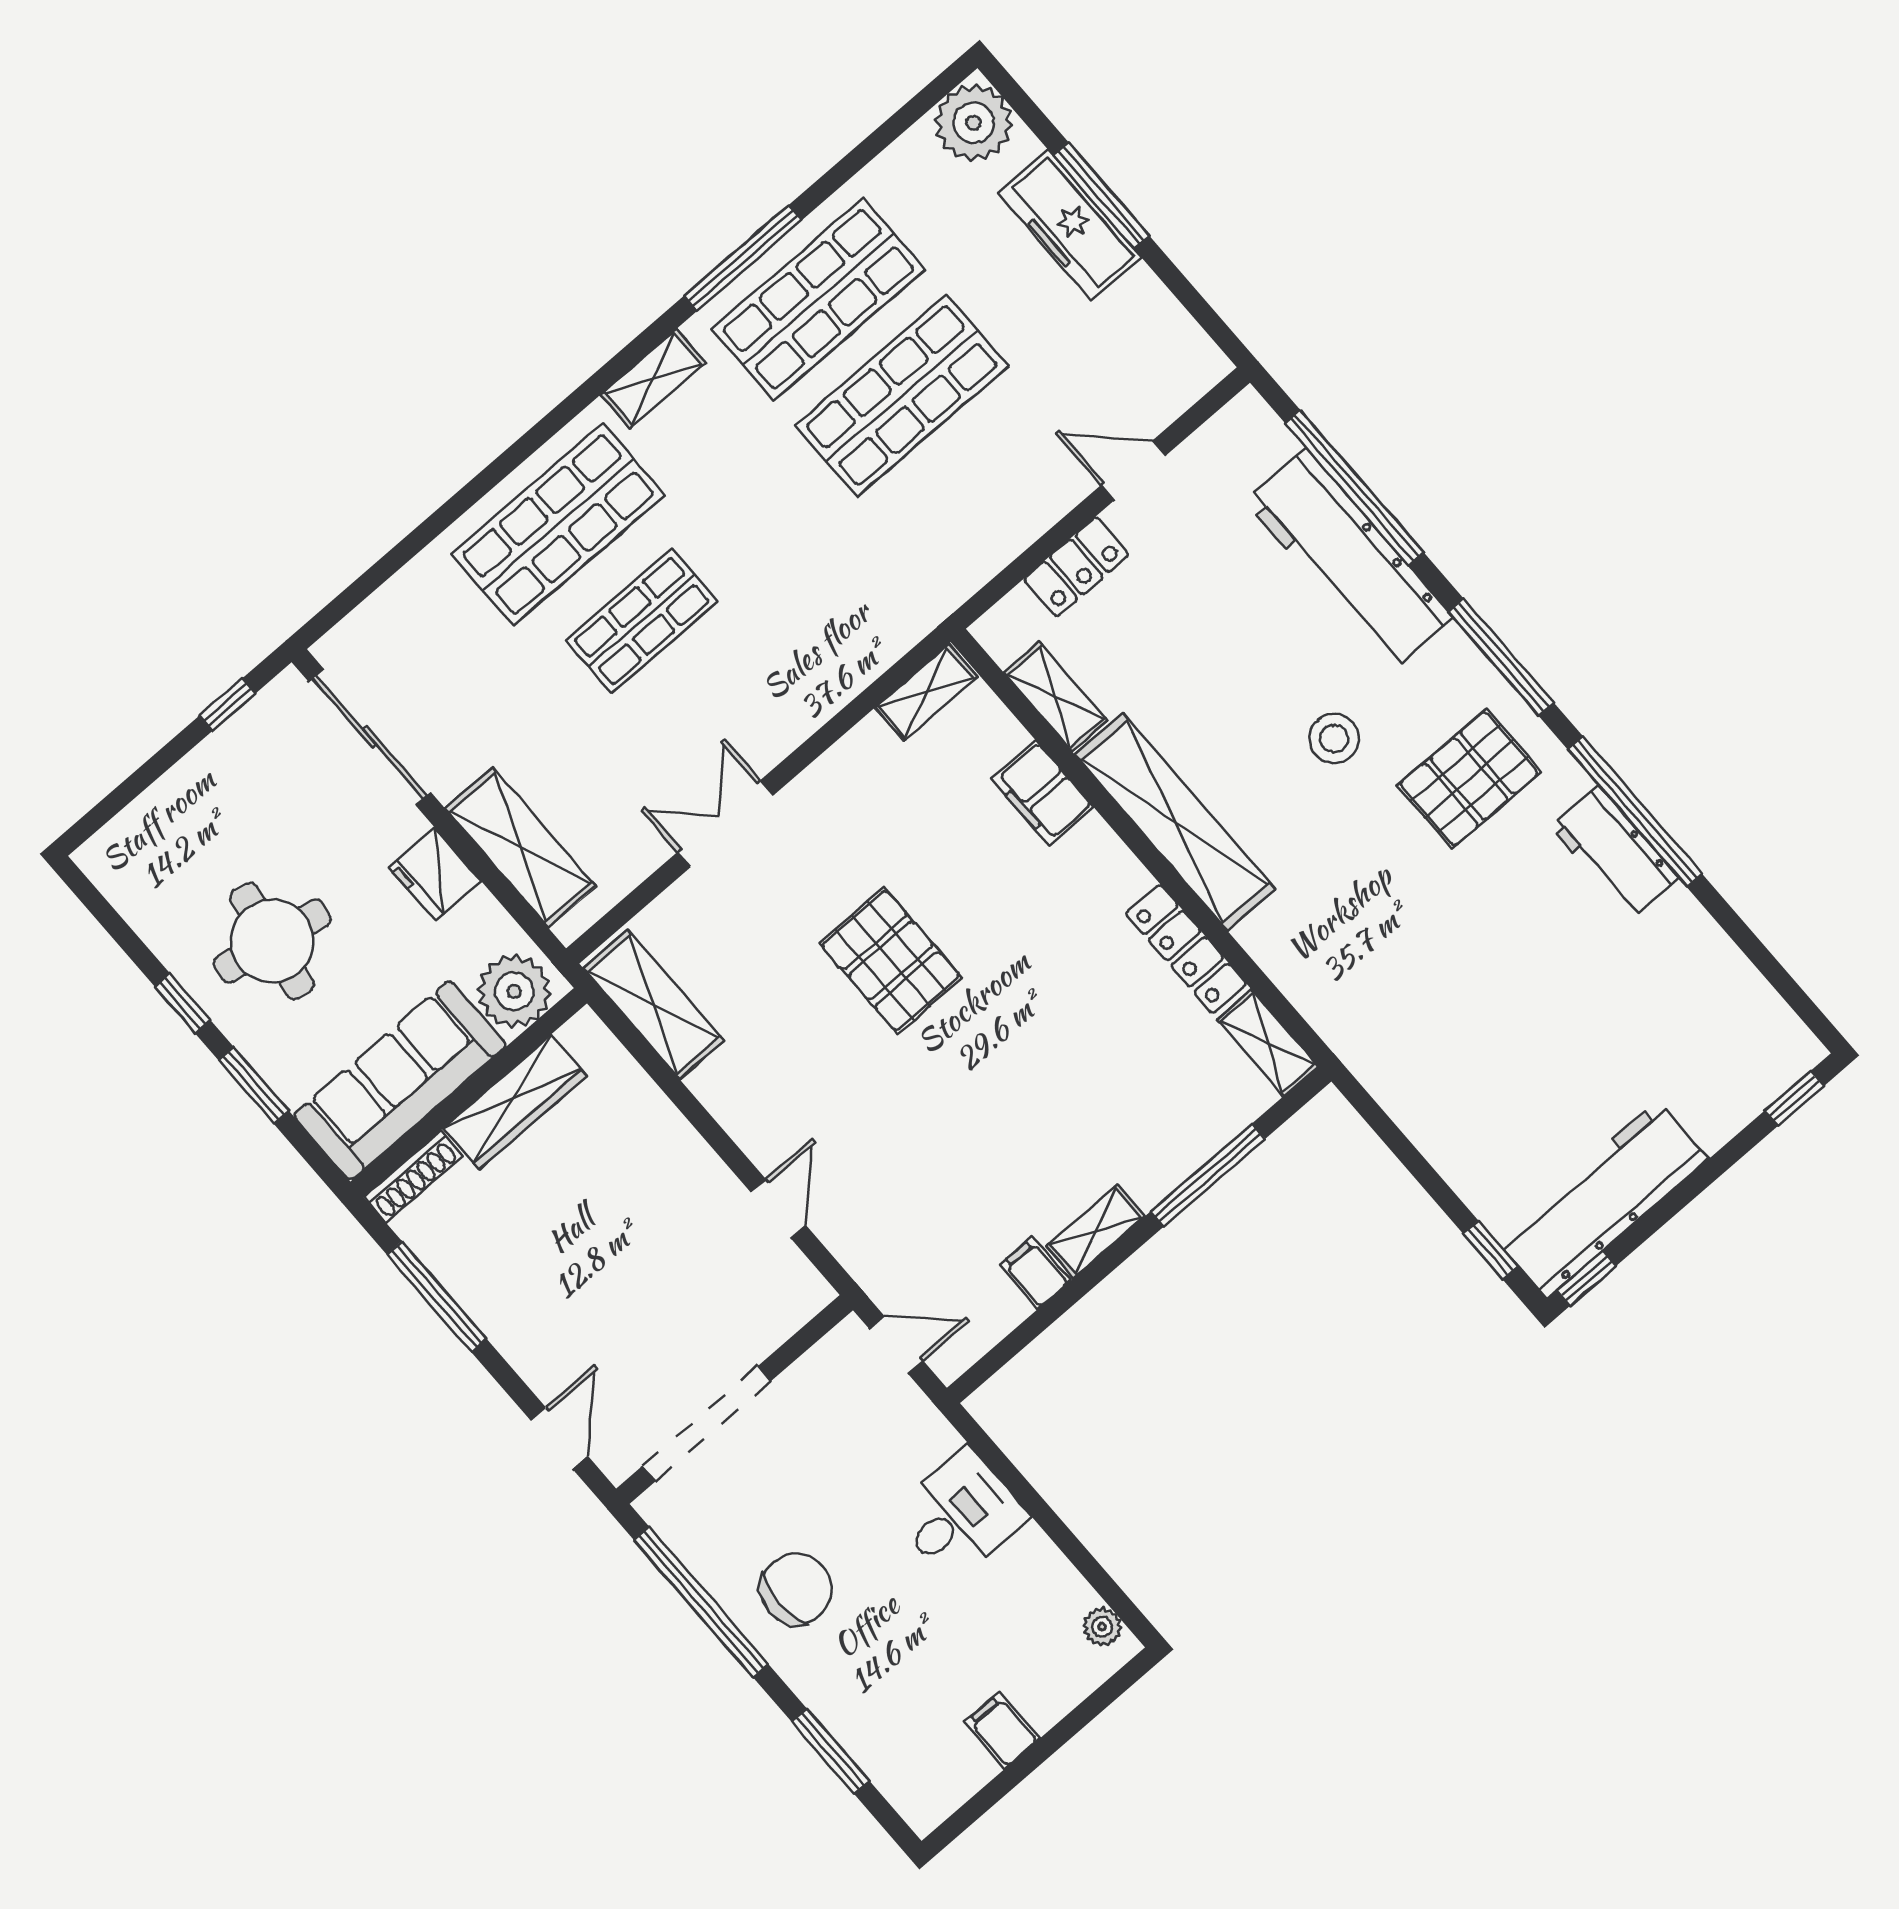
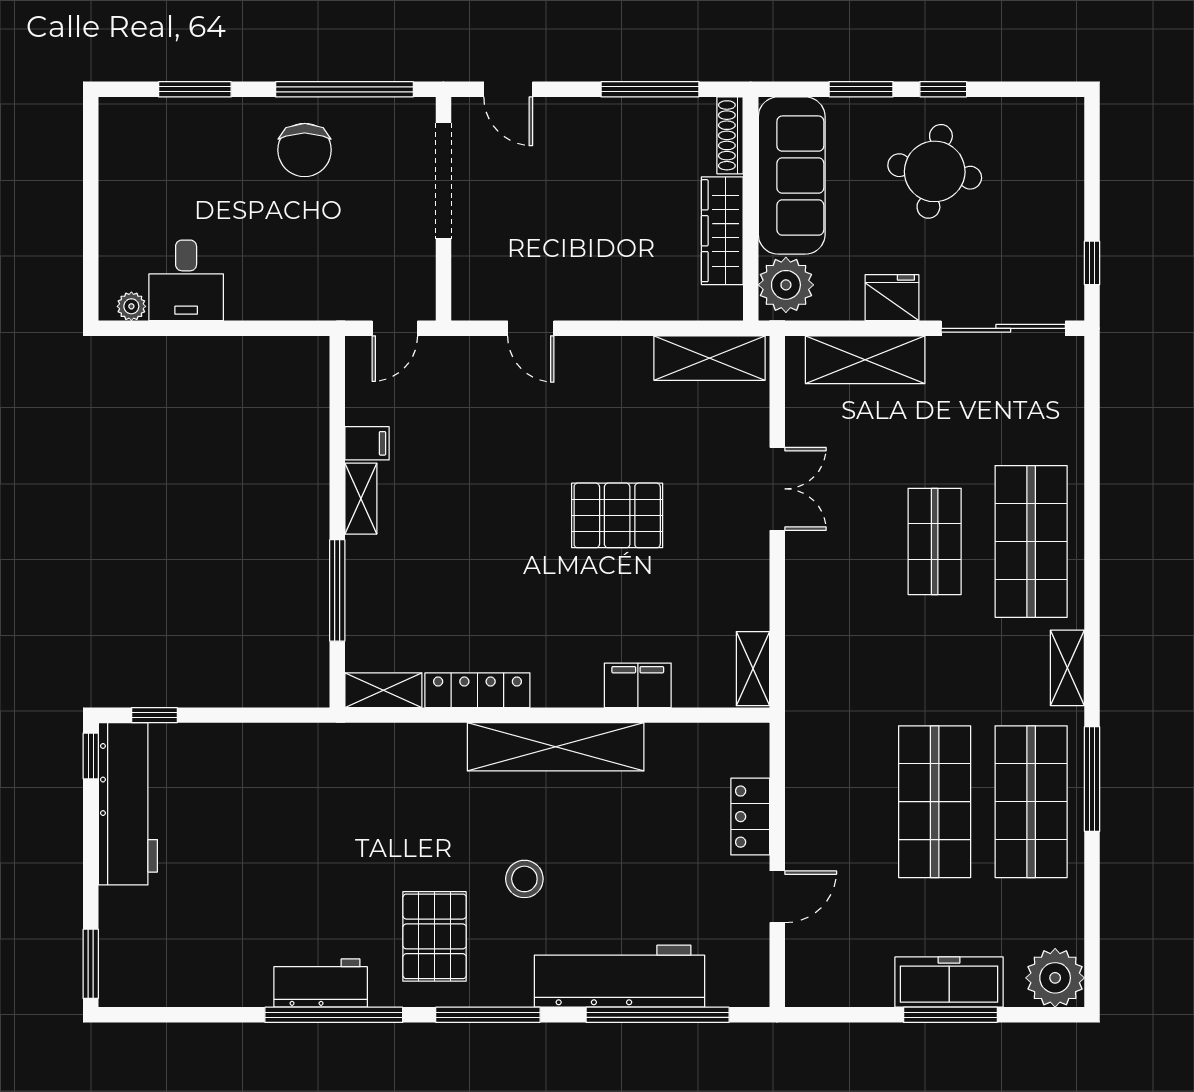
shelving: (1056, 697) -> (686, 740), removed
window: (1794, 1098) -> (91, 964), width x1.50
desk: (960, 1515) -> (186, 280), moved
filing cabinet: (1002, 1730) -> (122, 198), removed

